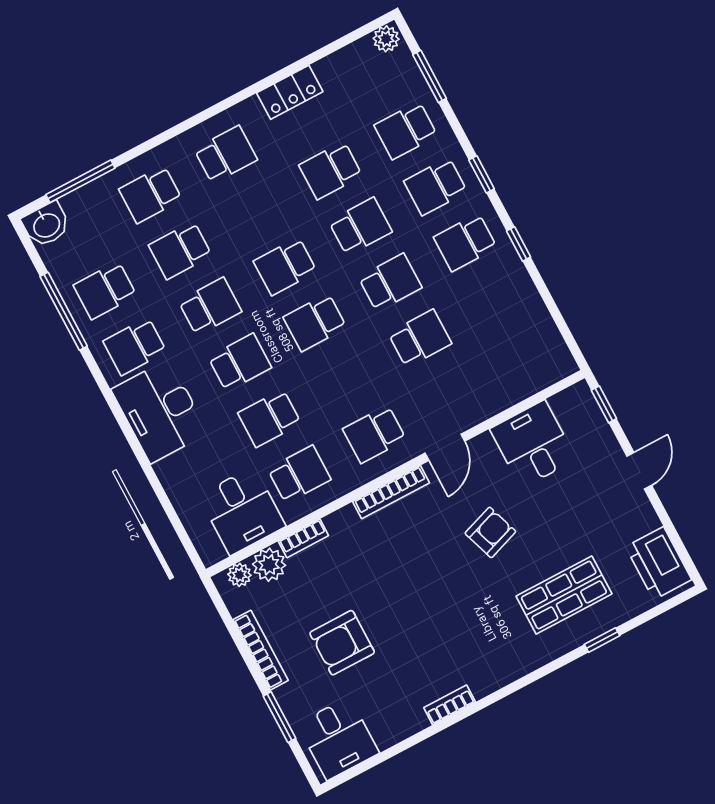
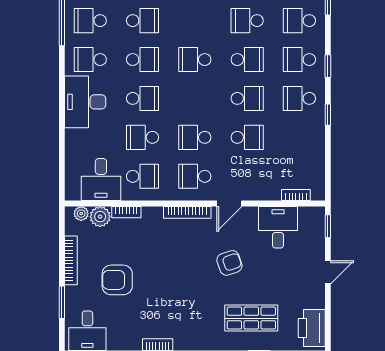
school desk: (180, 250) -> (143, 21), turned 180
school desk: (315, 322) -> (195, 137), moved
bookcase: (534, 384) -> (296, 195), added

